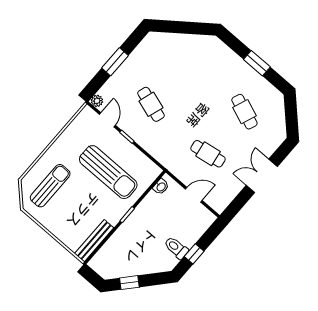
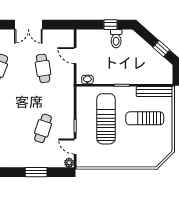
door: (107, 120) -> (75, 147), hinge flipped
sun lounger: (50, 186) -> (145, 118), moved

